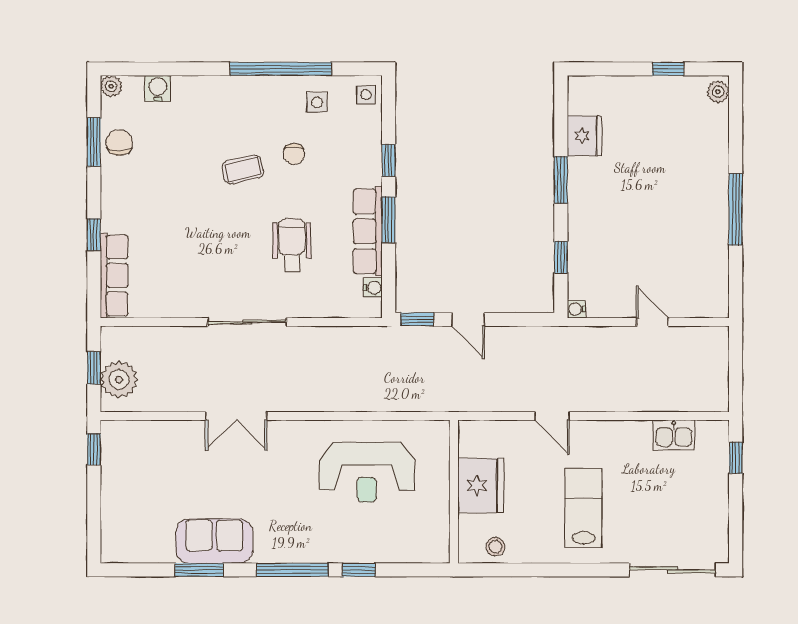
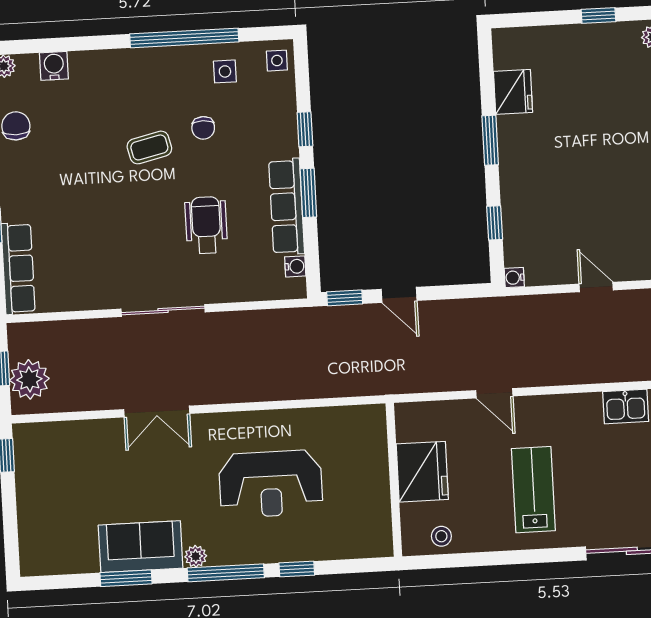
reception desk: (367, 472) -> (271, 484), moved
plant: (265, 553) -> (196, 556), added

